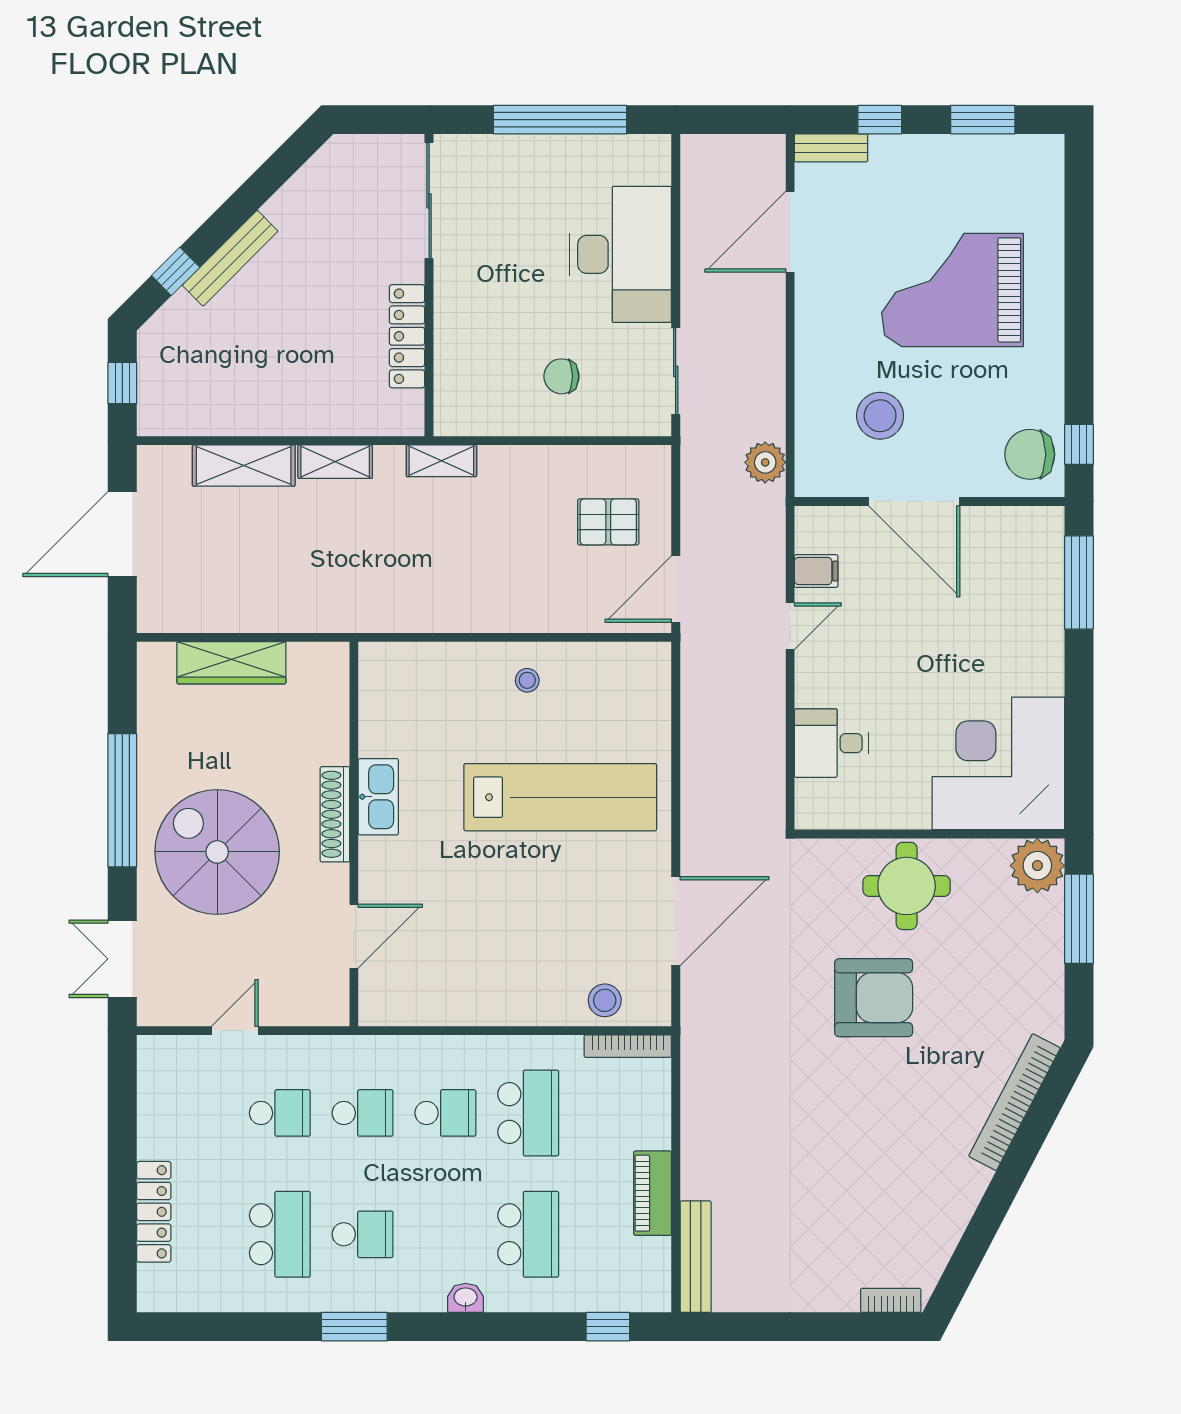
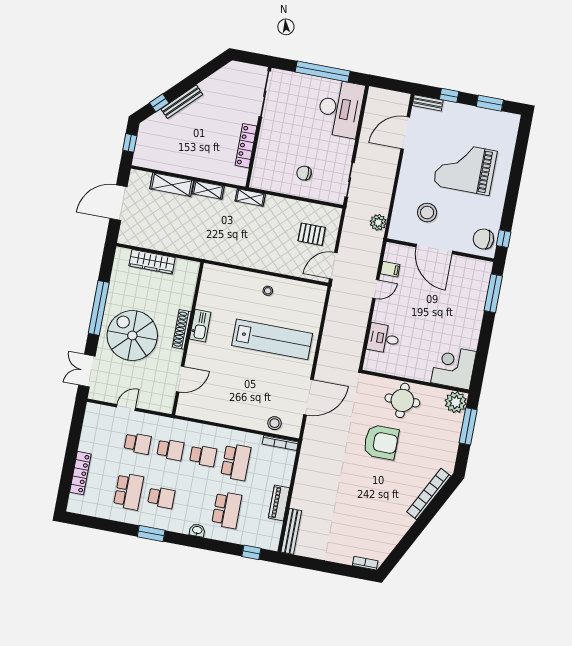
desk: (620, 254) -> (340, 109), moved
corner desk: (998, 763) -> (454, 367), width x0.74, depth x0.74

